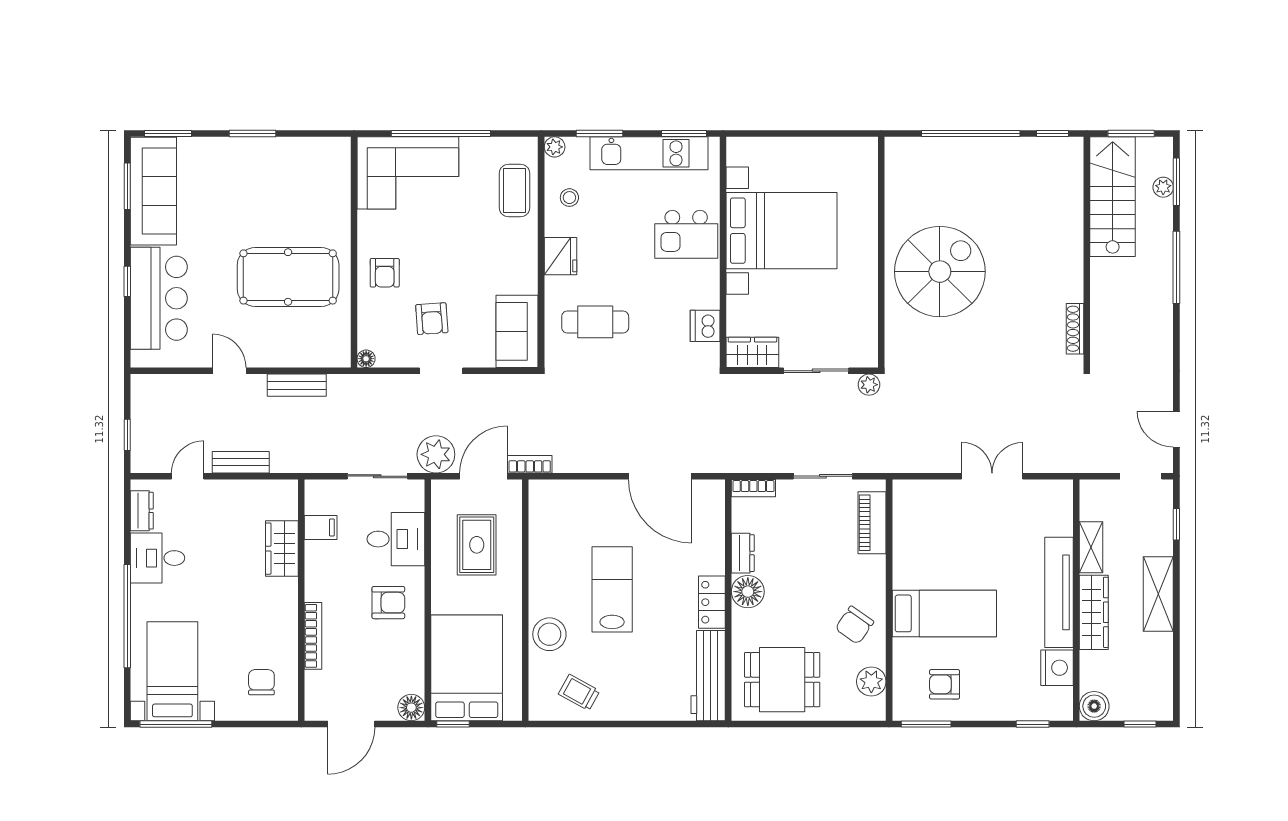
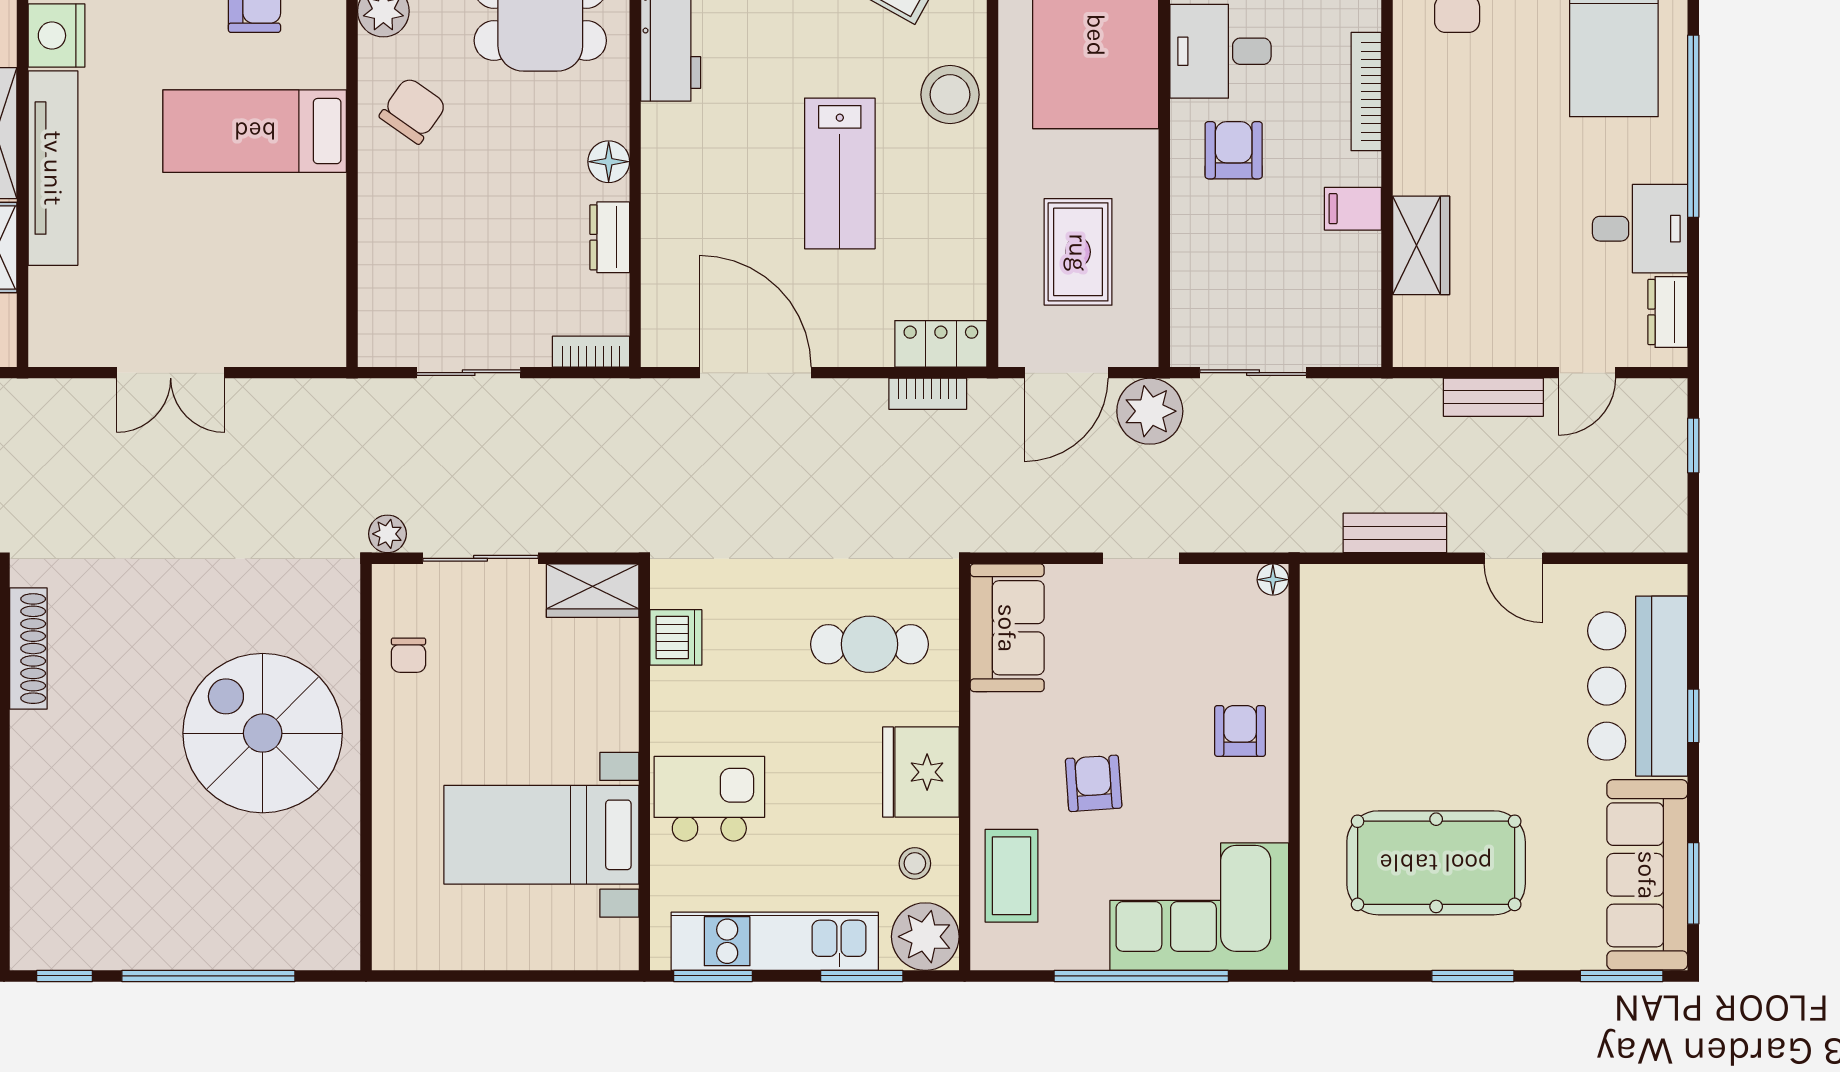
plant: (555, 147) -> (925, 937), width x1.88, depth x1.88
bed with nightstands: (782, 231) -> (541, 835), width x0.73
fridge: (561, 256) -> (921, 772), width x1.36, depth x1.34
spiral stairs: (940, 272) -> (263, 733), turned 90
pool table: (288, 277) -> (1436, 863), moved
chair: (857, 316) -> (408, 655), added
armchair: (432, 319) -> (1094, 783), moved
shoe rack: (1075, 329) -> (28, 649), width x1.36, depth x1.24
bookcase: (530, 464) -> (928, 394), moved
piano: (872, 523) -> (382, 291), removed
filing cabinet: (321, 528) -> (1353, 209), moved
desk: (396, 539) -> (1220, 51), moved
floor lamp: (748, 592) -> (609, 162), width x0.73, depth x0.73
locker: (712, 602) -> (941, 344), moved, turned -90
armchair: (388, 603) -> (1234, 150), turned 90

